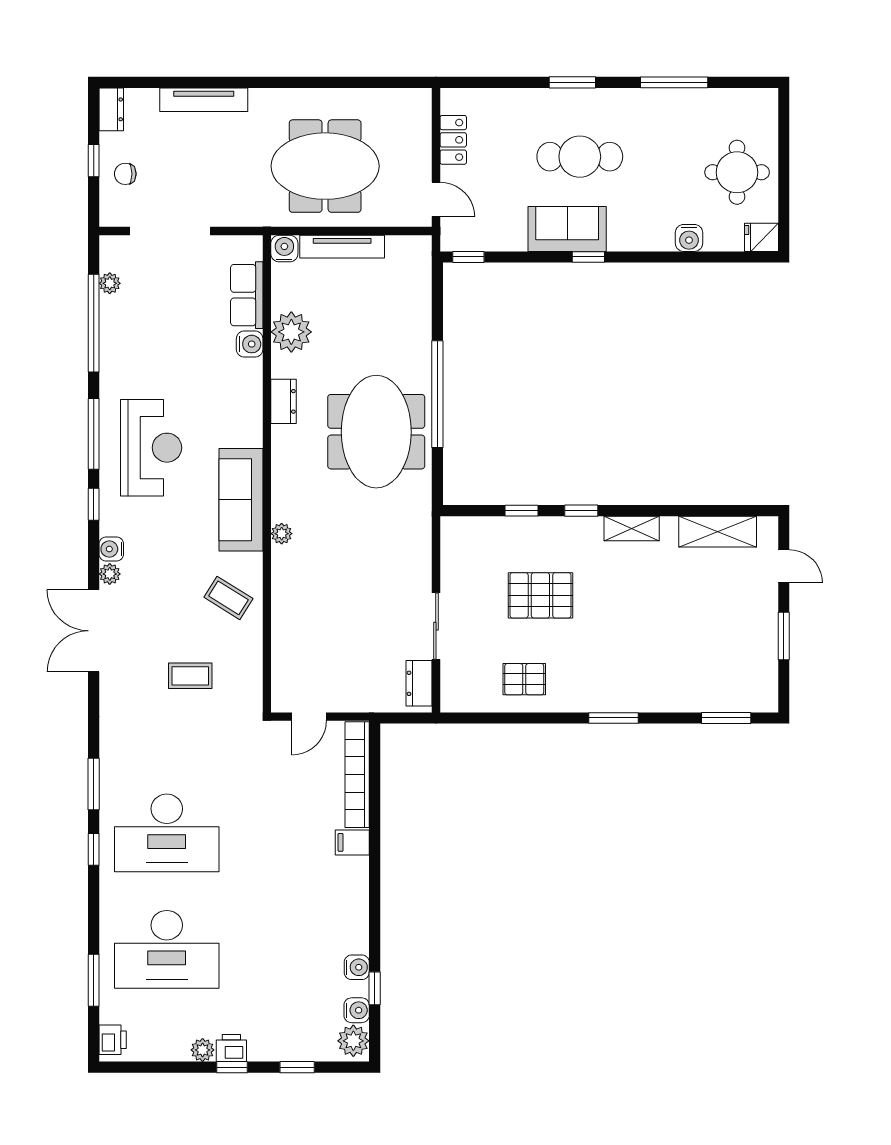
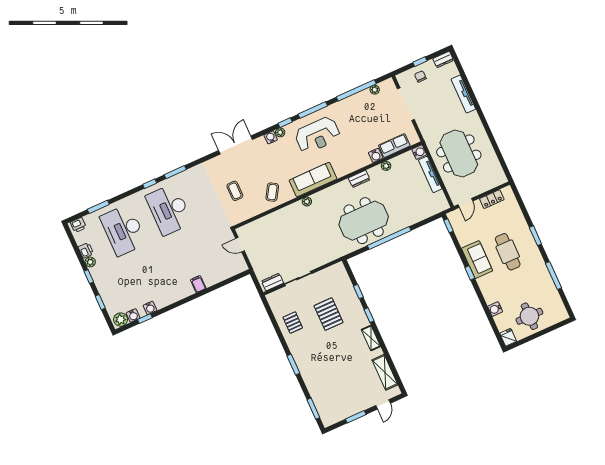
plant: (291, 332) -> (386, 166), width x0.53, depth x0.53
plant: (110, 574) -> (280, 132), moved
bookcase: (357, 775) -> (226, 274), removed
printer: (231, 1048) -> (86, 250), moved

